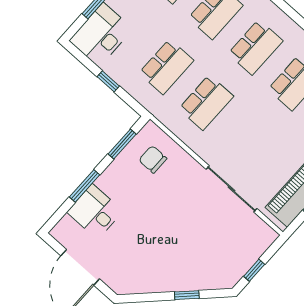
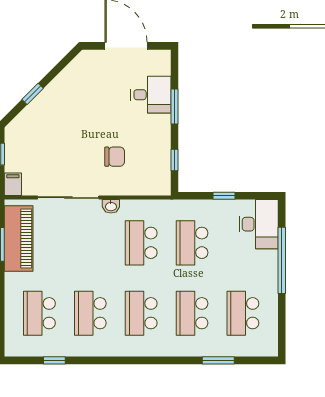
window: (122, 144) -> (174, 160), width x0.67
washbasin: (204, 152) -> (111, 206), added
chair: (153, 159) -> (115, 157), moved
filing cabinet: (266, 238) -> (13, 184), added

